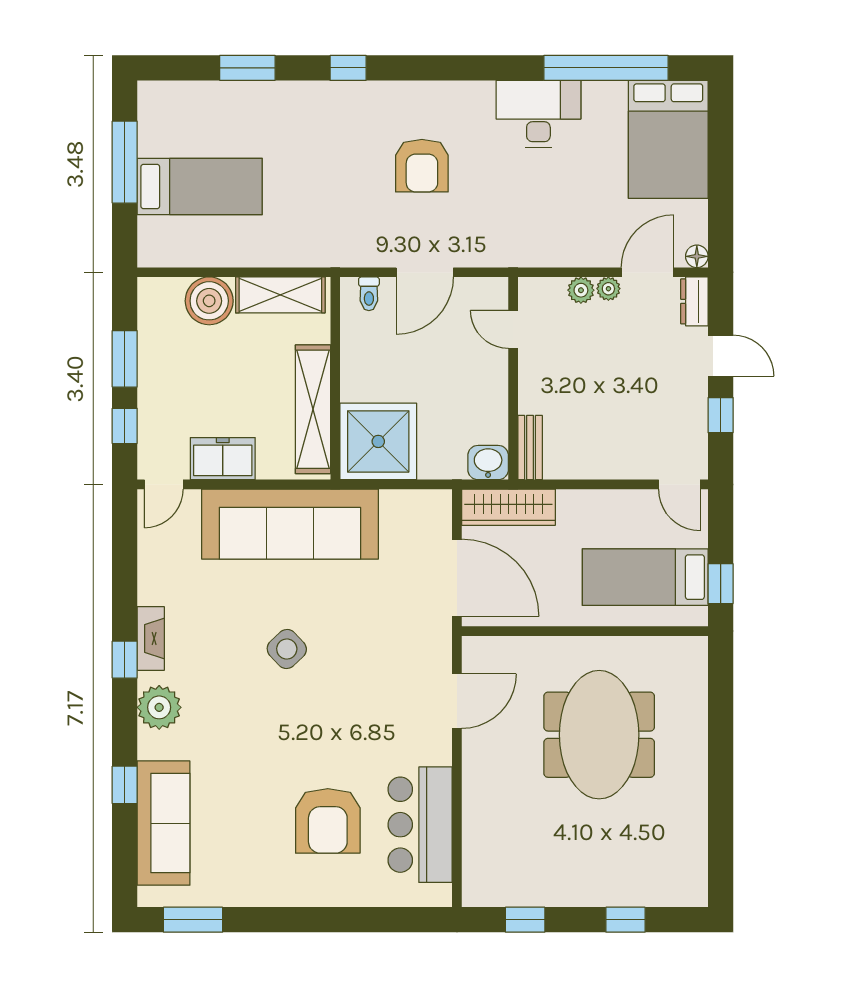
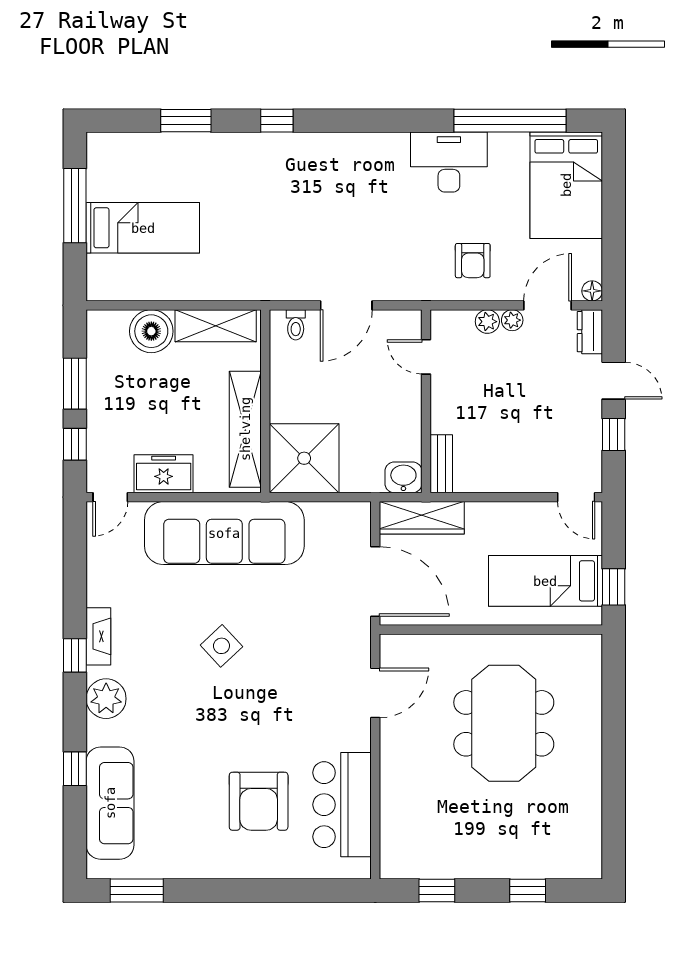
armchair: (422, 166) -> (473, 261), moved, width x0.72, depth x0.72

